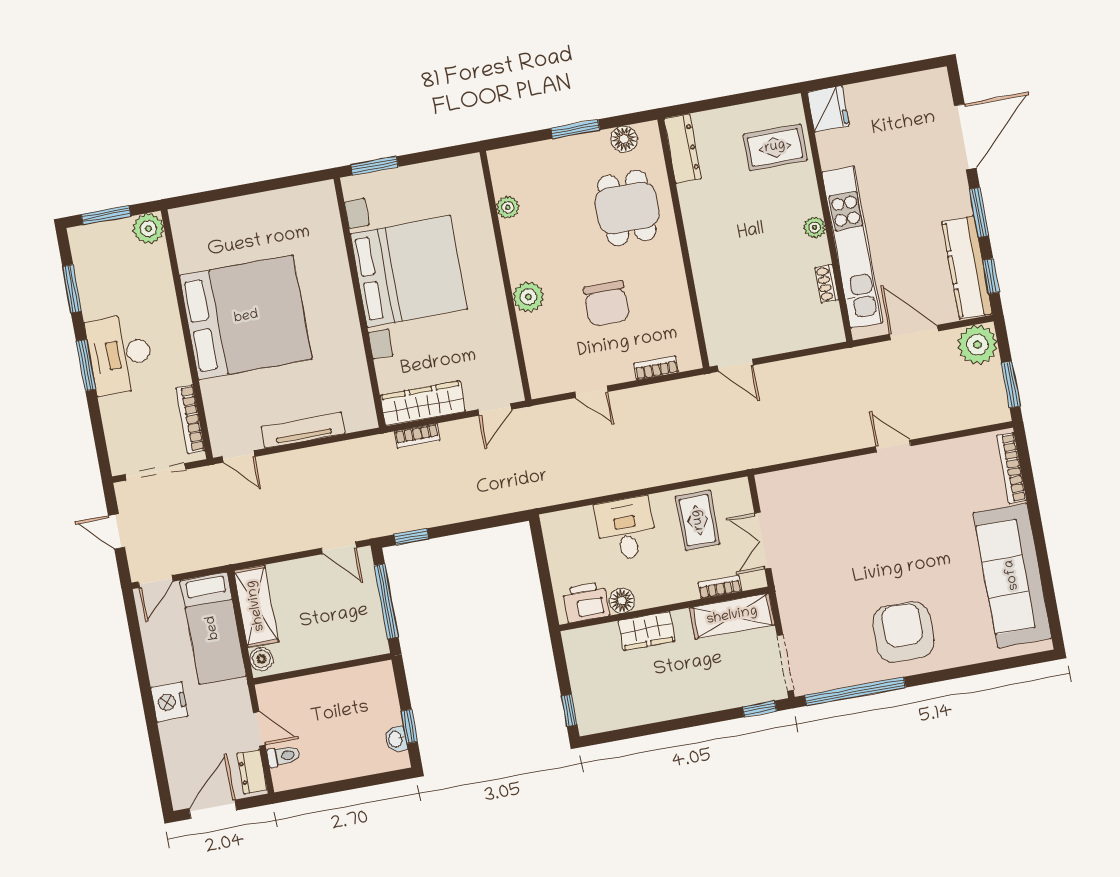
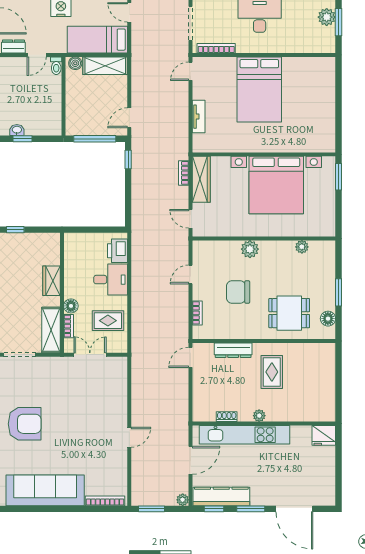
rug: (775, 147) -> (272, 372), moved
dresser: (683, 149) -> (233, 350), moved
plant: (148, 229) -> (327, 17), moved
bed: (246, 317) -> (259, 89), width x0.73
plant: (977, 345) -> (183, 500), width x0.53, depth x0.53
tv unit: (303, 430) -> (199, 117), width x0.71
floor lamp: (622, 601) -> (71, 306), moved
printer: (586, 602) -> (118, 251), moved, turned 180
toilet: (284, 756) -> (56, 66), moved

